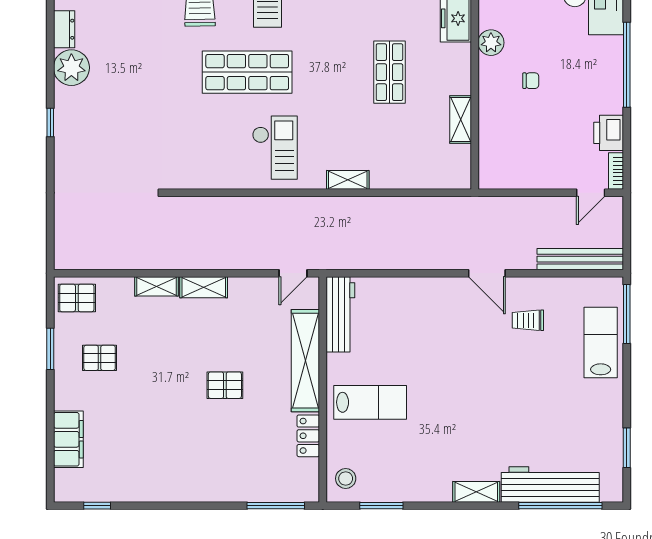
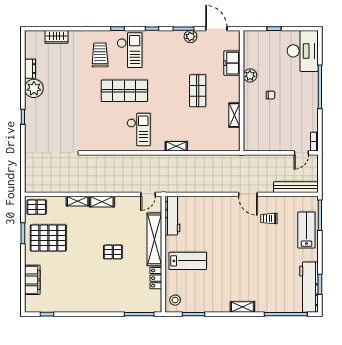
printer: (609, 133) -> (311, 122), removed
pallet: (100, 358) -> (48, 238), width x2.05, depth x2.00
workbench: (550, 484) -> (309, 287), moved, turned -90

